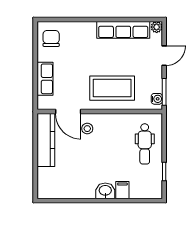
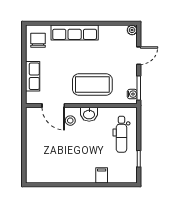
row of seats: (123, 30) -> (75, 33), moved
kitchen counter: (46, 140) -> (33, 131), removed
washbasin: (105, 191) -> (89, 114), moved, turned 180

